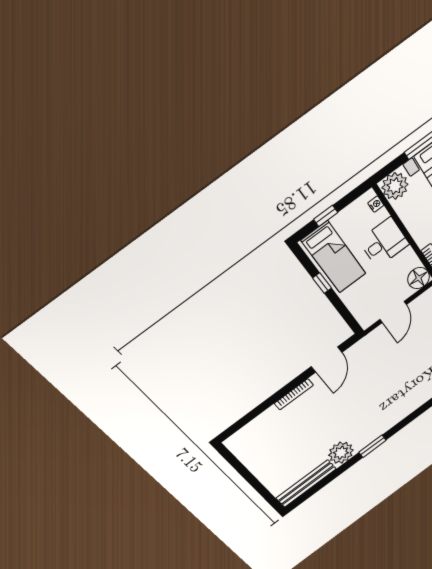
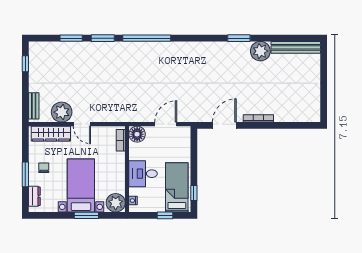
window: (322, 283) -> (194, 193), moved

